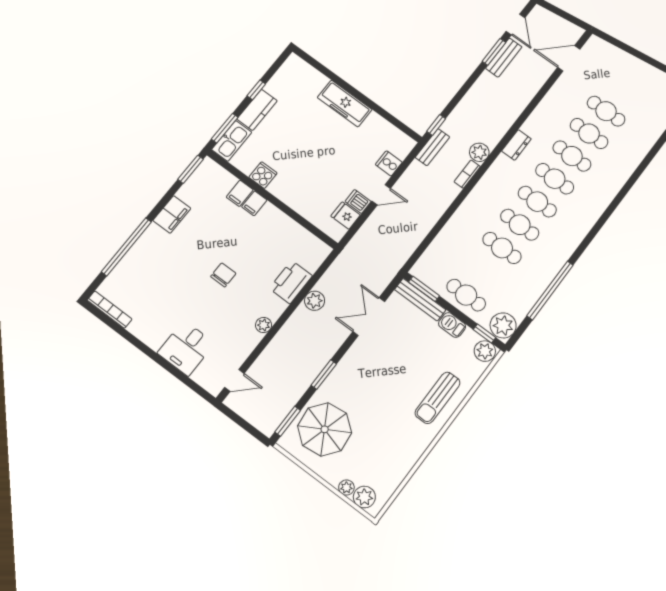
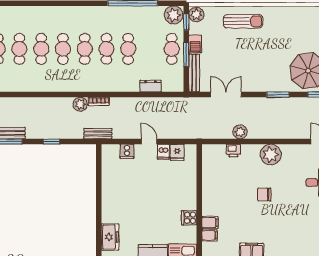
freezer: (345, 104) -> (110, 237), moved, width x0.71
window: (436, 125) -> (51, 142), moved
dresser: (516, 145) -> (151, 86), moved
filing cabinet: (254, 203) -> (210, 235), moved
printer: (291, 282) -> (233, 150), width x0.53, depth x0.68
window: (424, 289) -> (186, 54), moved
double door: (369, 317) -> (226, 95), swing flipped
plant: (264, 325) -> (271, 154), width x1.87, depth x1.87

